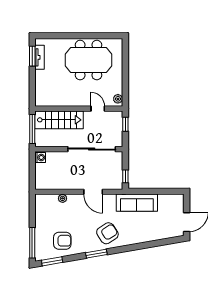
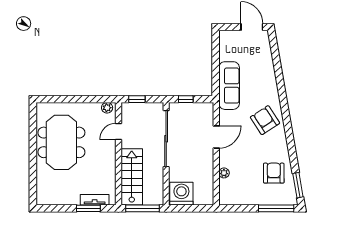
window: (32, 56) -> (88, 208), moved
tv unit: (40, 57) -> (95, 200), moved
washing machine: (40, 157) -> (181, 194), width x1.89, depth x1.89
window: (125, 176) -> (186, 99), moved
window: (96, 254) -> (289, 133), removed

